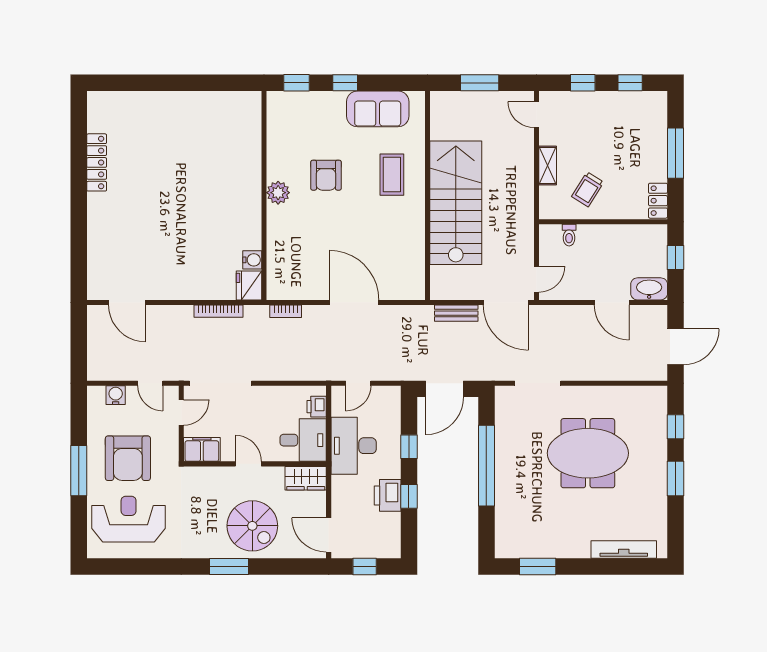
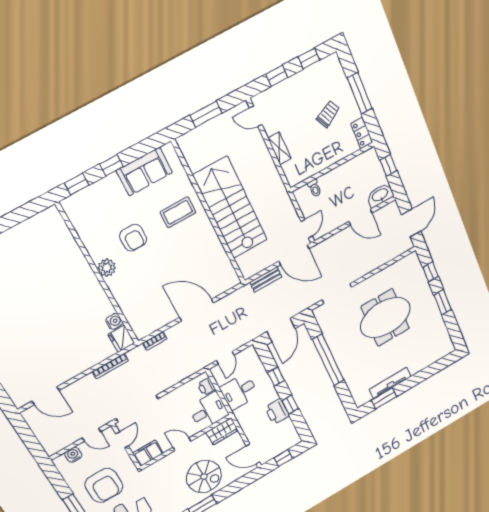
coffee table: (392, 175) -> (178, 212), turned 90
trolley: (588, 189) -> (328, 114), moved, turned -150
desk: (354, 446) -> (239, 391), width x0.73
tv unit: (624, 550) -> (390, 383), moved

